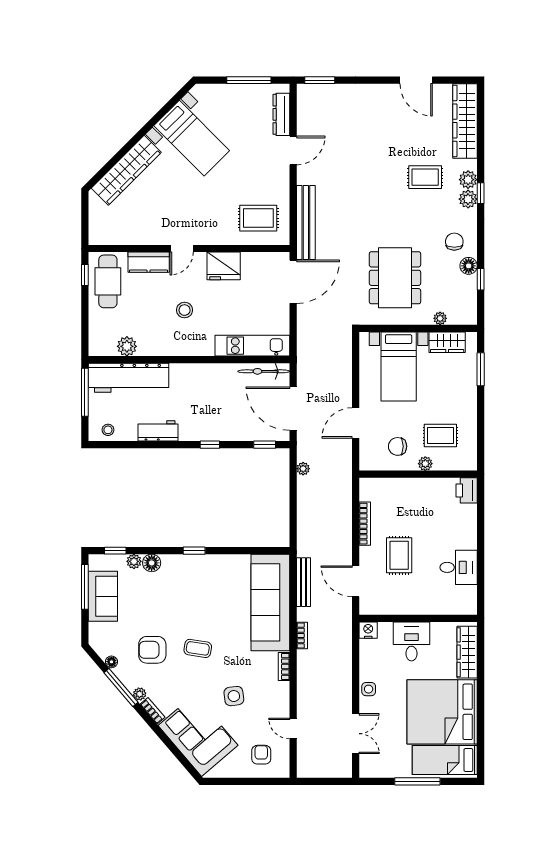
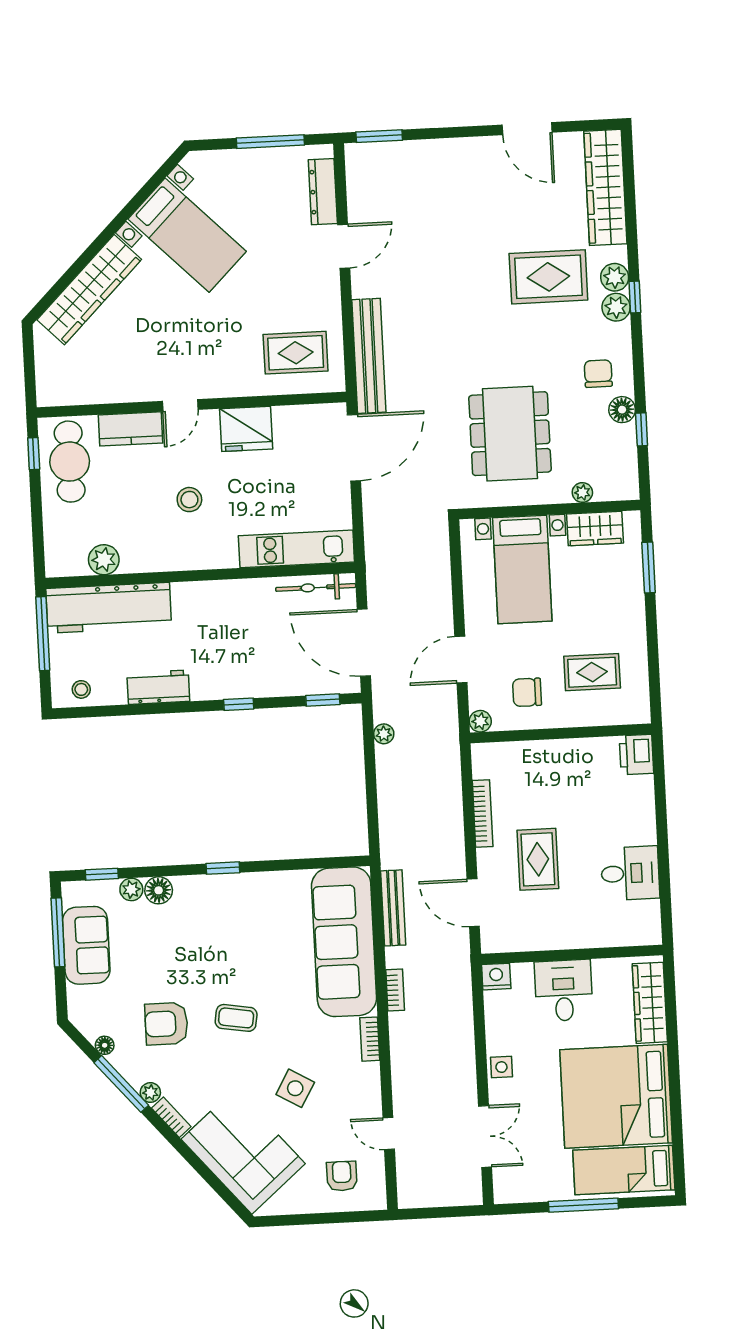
rug: (425, 177) -> (548, 277), width x1.36, depth x1.43
plant: (425, 464) -> (480, 721), moved
side table: (234, 696) -> (295, 1088), turned 37

